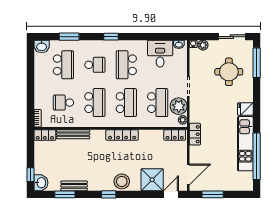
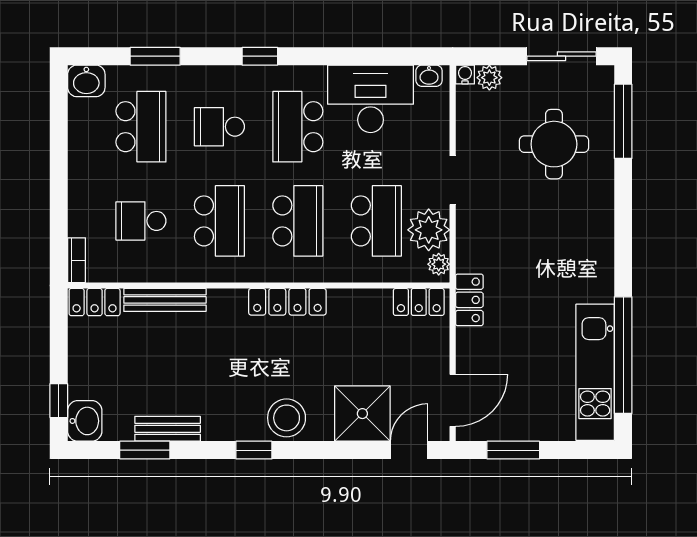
desk: (160, 54) -> (371, 99), width x1.37
school desk: (95, 65) -> (219, 127), turned 180
fridge: (245, 109) -> (595, 237), removed
kitchen unit: (245, 144) -> (595, 372), moved

